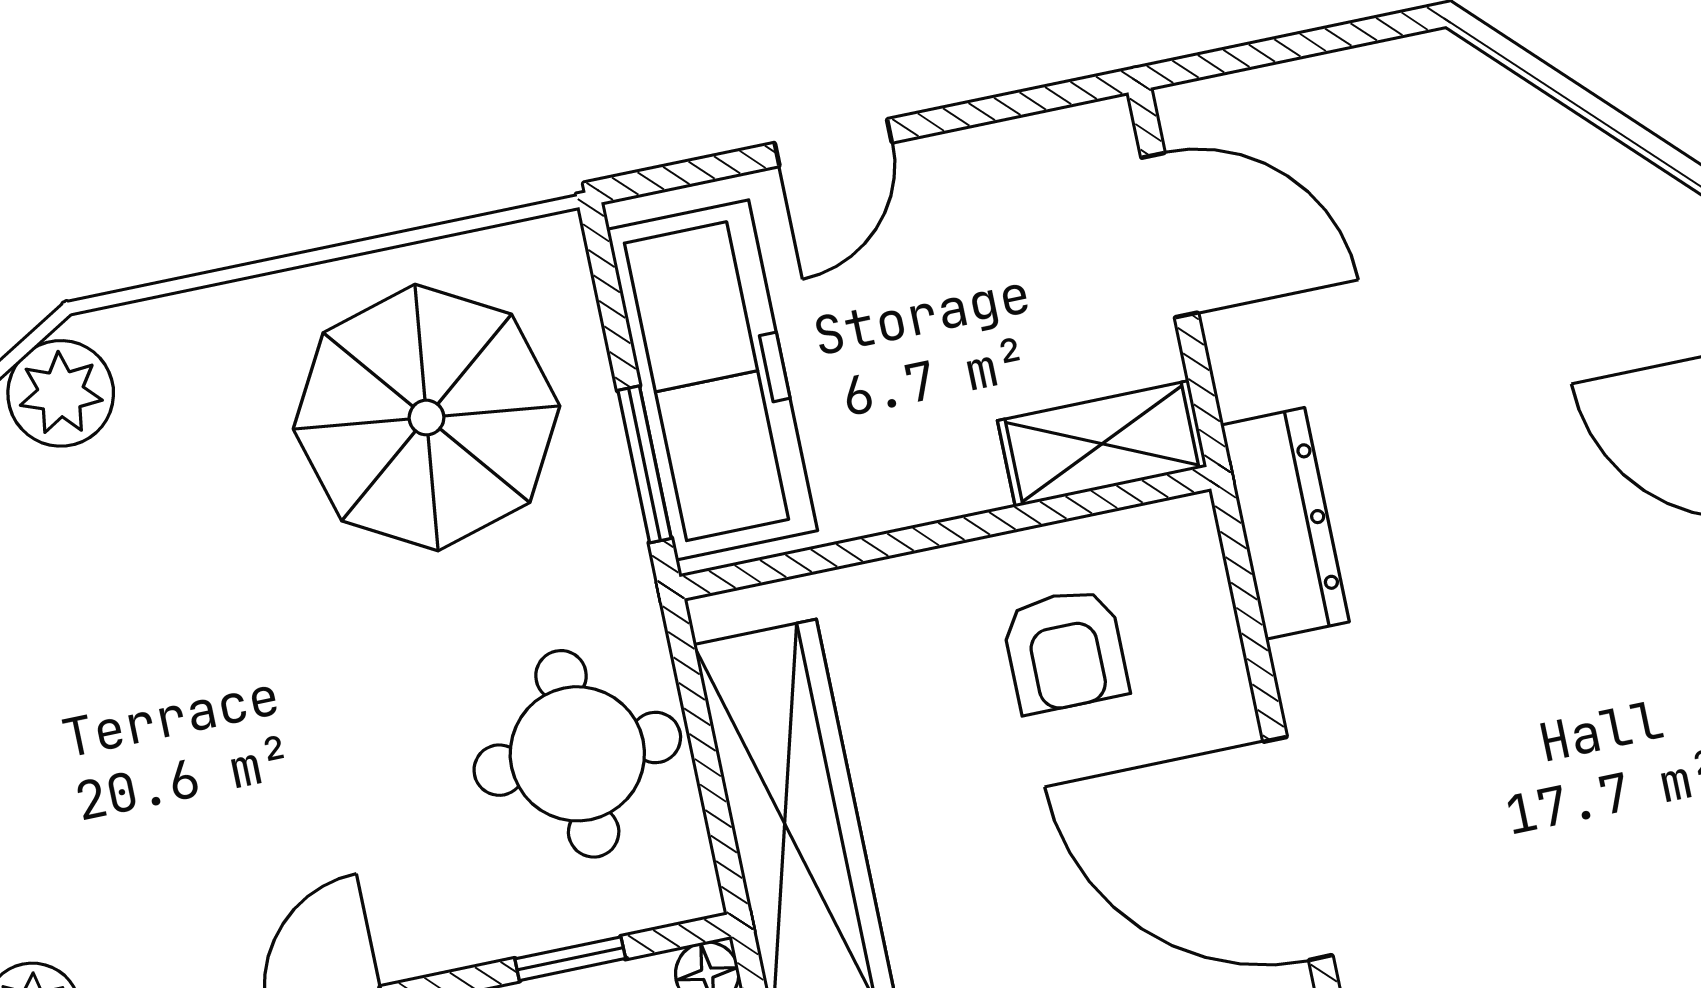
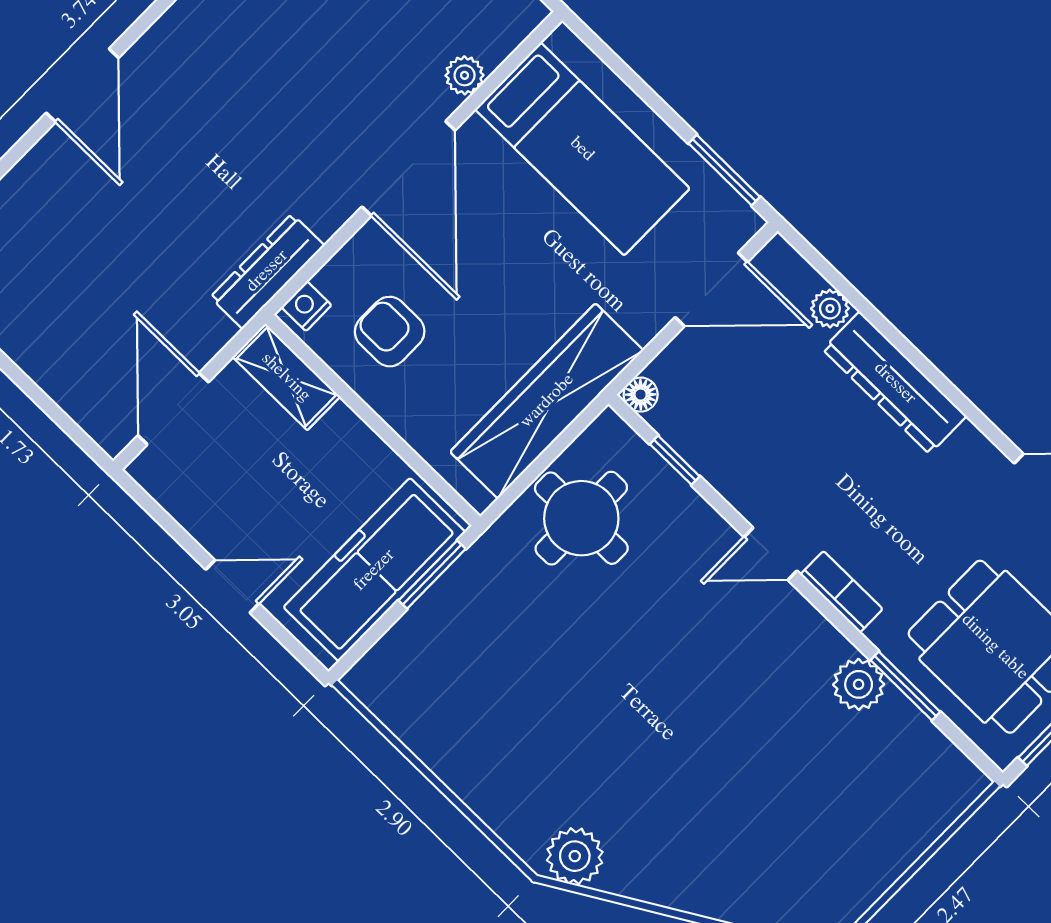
parasol: (427, 418) -> (476, 686), removed
nightstand: (1191, 548) -> (306, 306), added
armchair: (1065, 650) -> (390, 332), turned -90

